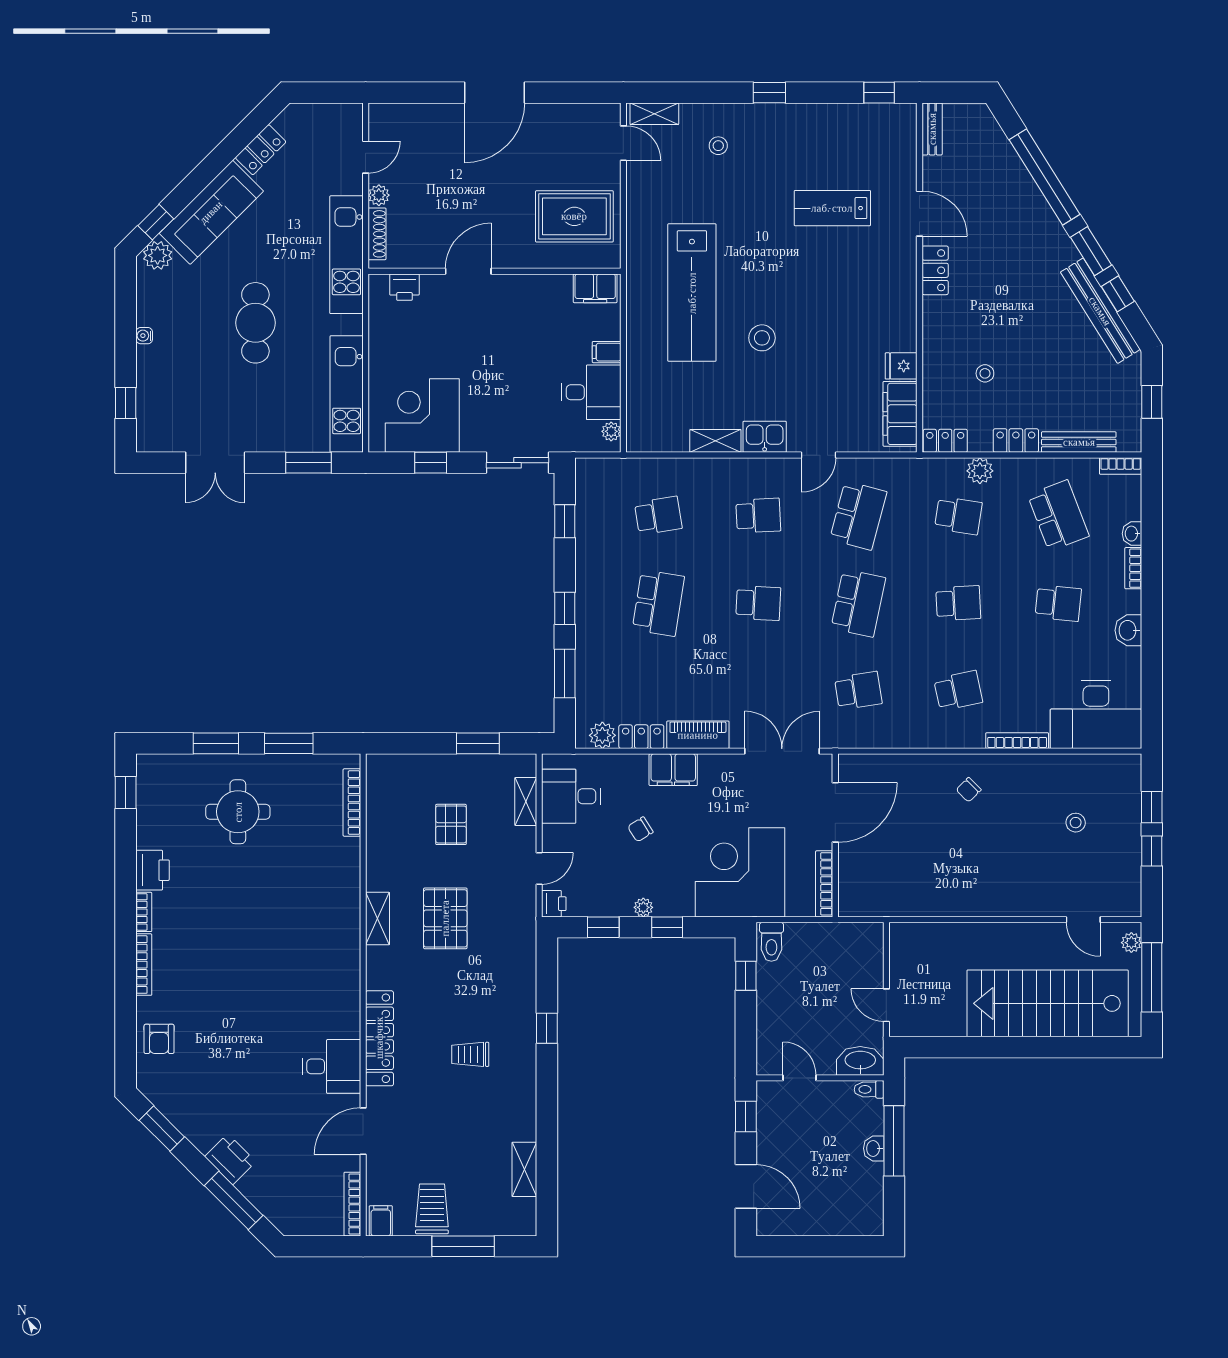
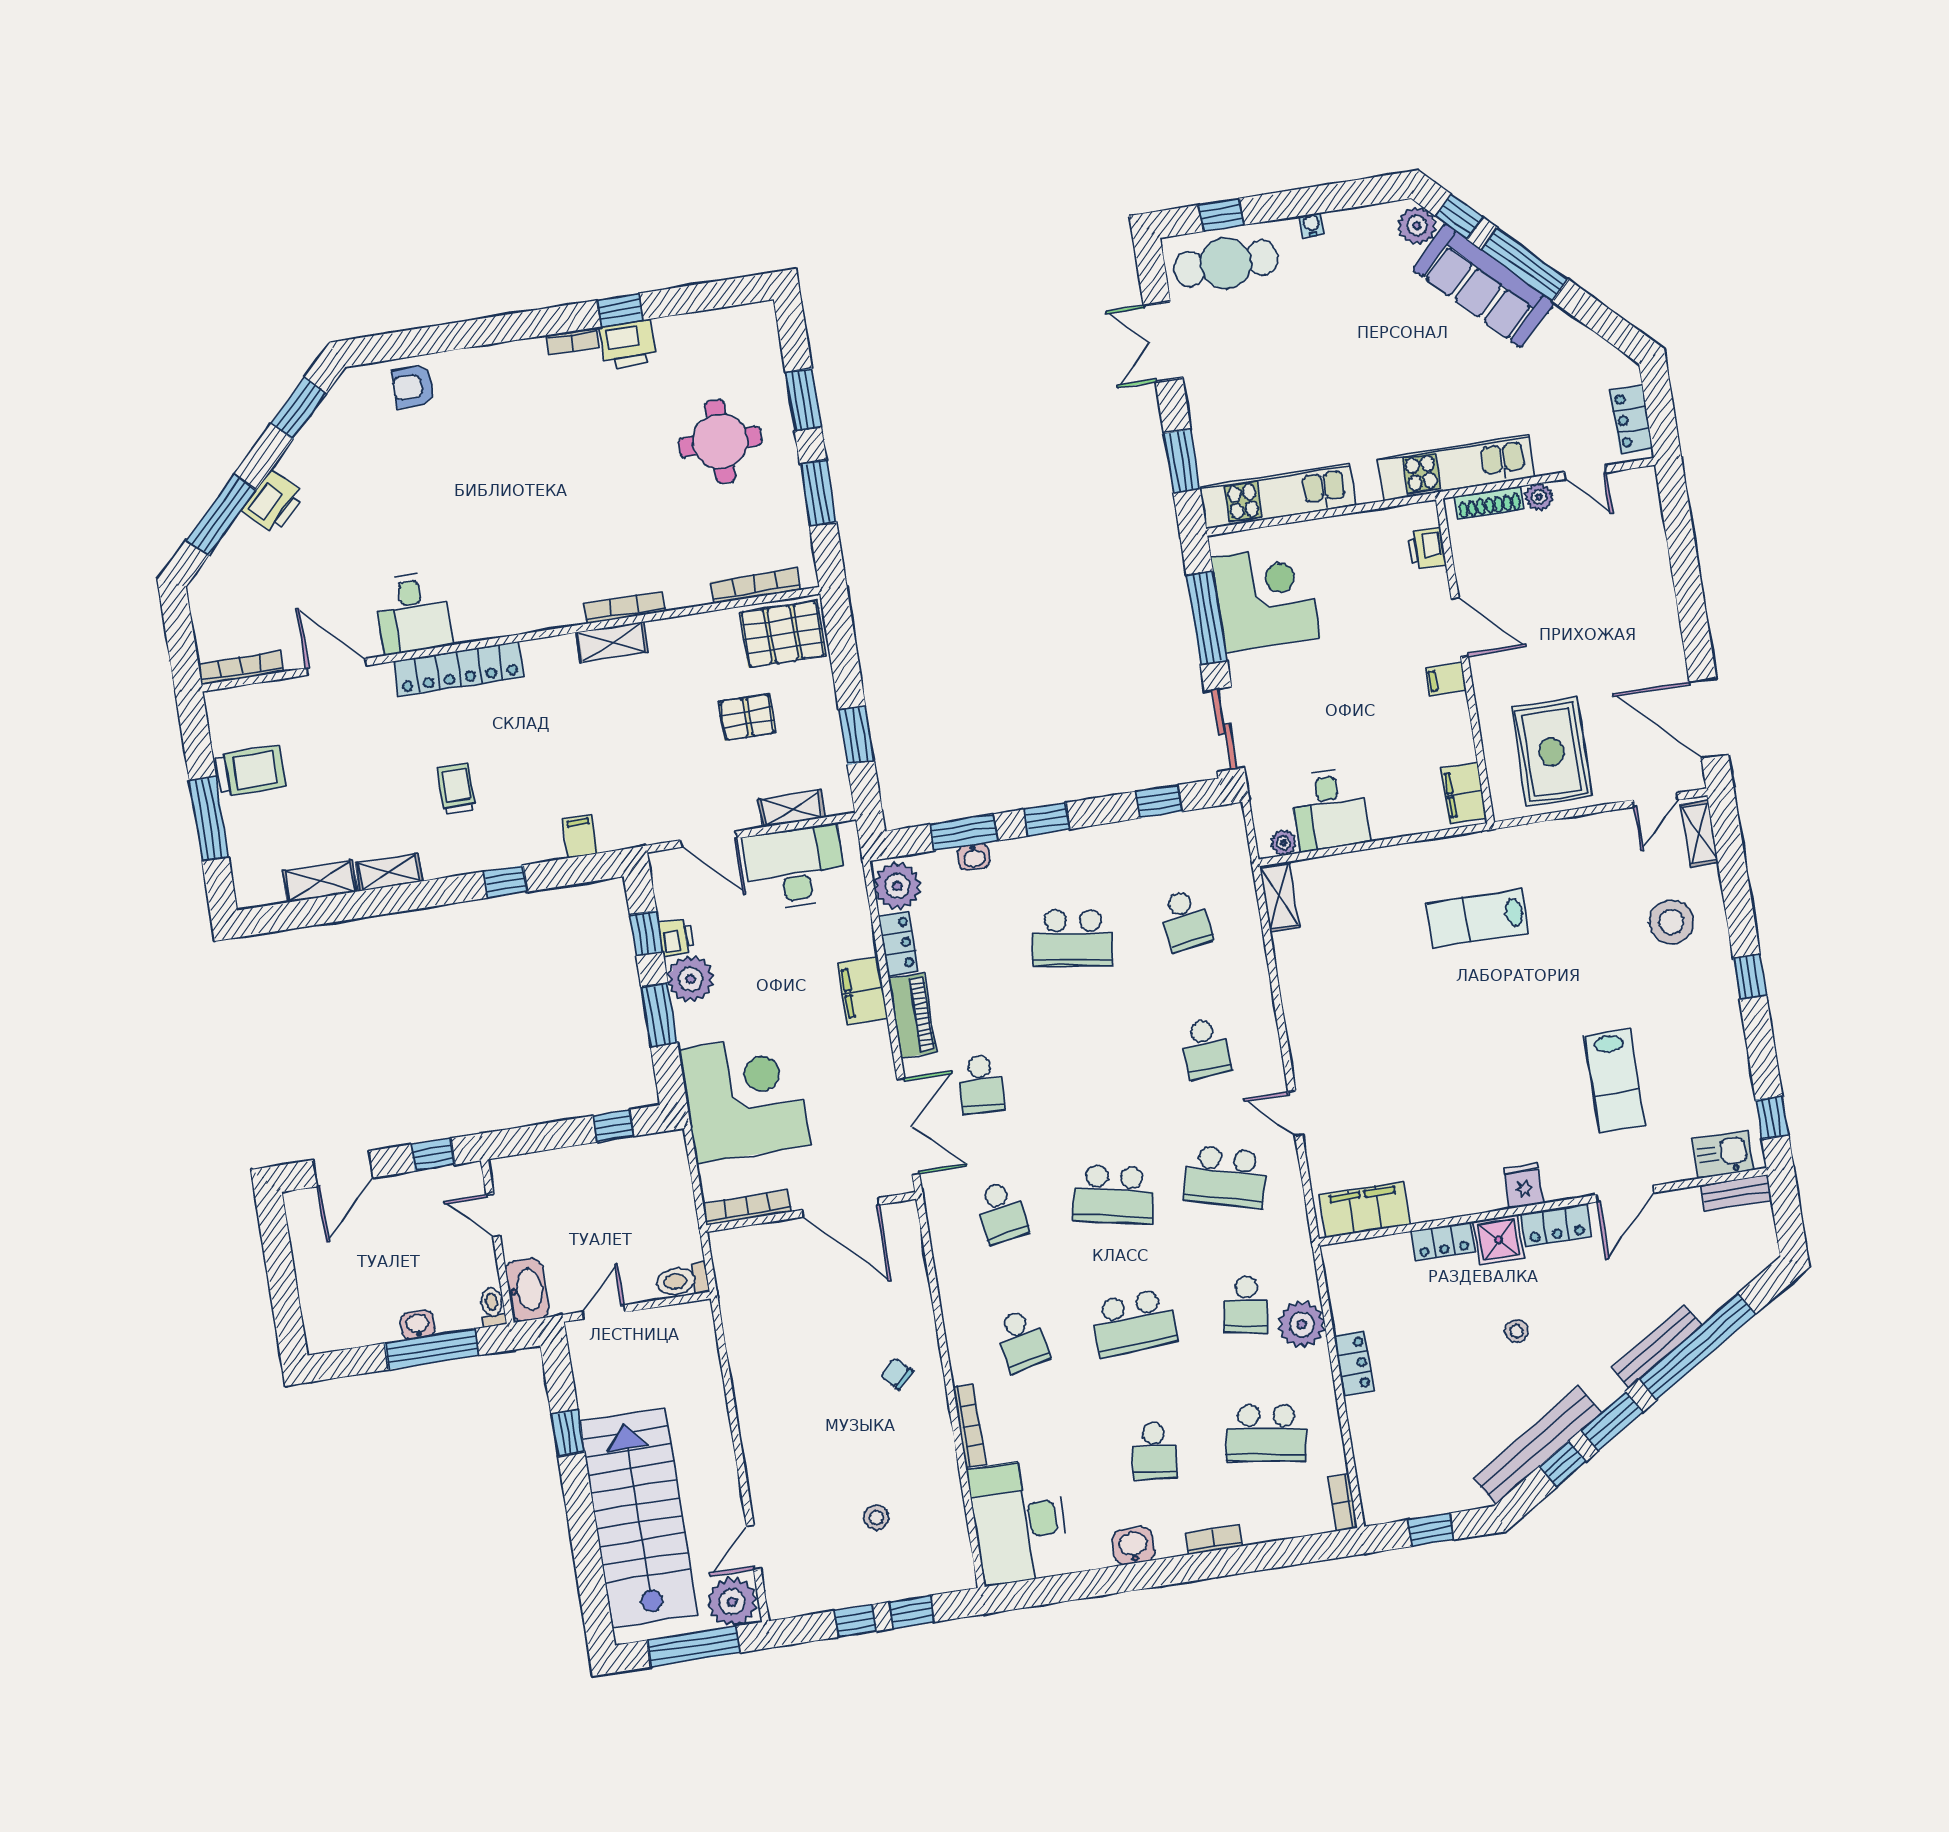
door: (495, 93) -> (1709, 718), moved
stool: (718, 146) -> (1671, 922), width x1.89, depth x1.89
locker: (261, 150) -> (1631, 420), moved, turned 45
window: (200, 178) -> (1525, 264), added
lab bench: (832, 208) -> (1615, 1081), turned 180
lab bench: (692, 293) -> (1478, 918), width x0.54, depth x0.72
shower: (939, 315) -> (1499, 1240), added
cafe table: (255, 323) -> (1226, 263), moved
stool: (762, 338) -> (1434, 1017), removed
filing cabinet: (607, 352) -> (1446, 679), moved, turned -90
fridge: (901, 366) -> (1523, 1186), moved
stool: (985, 373) -> (1516, 1331), moved
kitchen sink: (765, 437) -> (1723, 1154), moved, turned -90
shelving: (715, 441) -> (1279, 896), moved
locker: (945, 441) -> (1443, 1241), moved, turned 90
bench: (1079, 442) -> (1657, 1347), moved, turned 58
window: (431, 463) -> (1207, 618), width x2.17
plant: (980, 471) -> (1302, 1324), width x1.36, depth x1.36
school desk: (1058, 516) -> (1266, 1433), turned 30
washbasin: (1132, 534) -> (974, 857), moved, turned 180
school desk: (758, 603) -> (981, 1084), moved
school desk: (958, 603) -> (1134, 1322), width x1.85
plant: (602, 735) -> (897, 886), width x1.36, depth x1.36
window: (126, 792) -> (620, 310), moved
desk: (571, 796) -> (795, 867), width x1.37
chair: (640, 829) -> (779, 961), removed
door: (539, 868) -> (709, 839), width x1.38
printer: (554, 904) -> (676, 937), moved, turned -90
plant: (643, 907) -> (691, 979), width x1.87, depth x1.87
pallet: (445, 918) -> (783, 634), moved
window: (667, 927) -> (659, 1015), width x1.50
toilet: (771, 942) -> (682, 1280), moved
plant: (1131, 943) -> (732, 1602), width x1.88, depth x1.88
bookcase: (144, 965) -> (624, 607), moved, turned 180
window: (974, 1047) -> (568, 1433), added
door: (800, 1078) -> (493, 1215), swing flipped
shelving: (526, 1116) -> (389, 872), added
filing cabinet: (381, 1221) -> (580, 836), moved, turned -90

